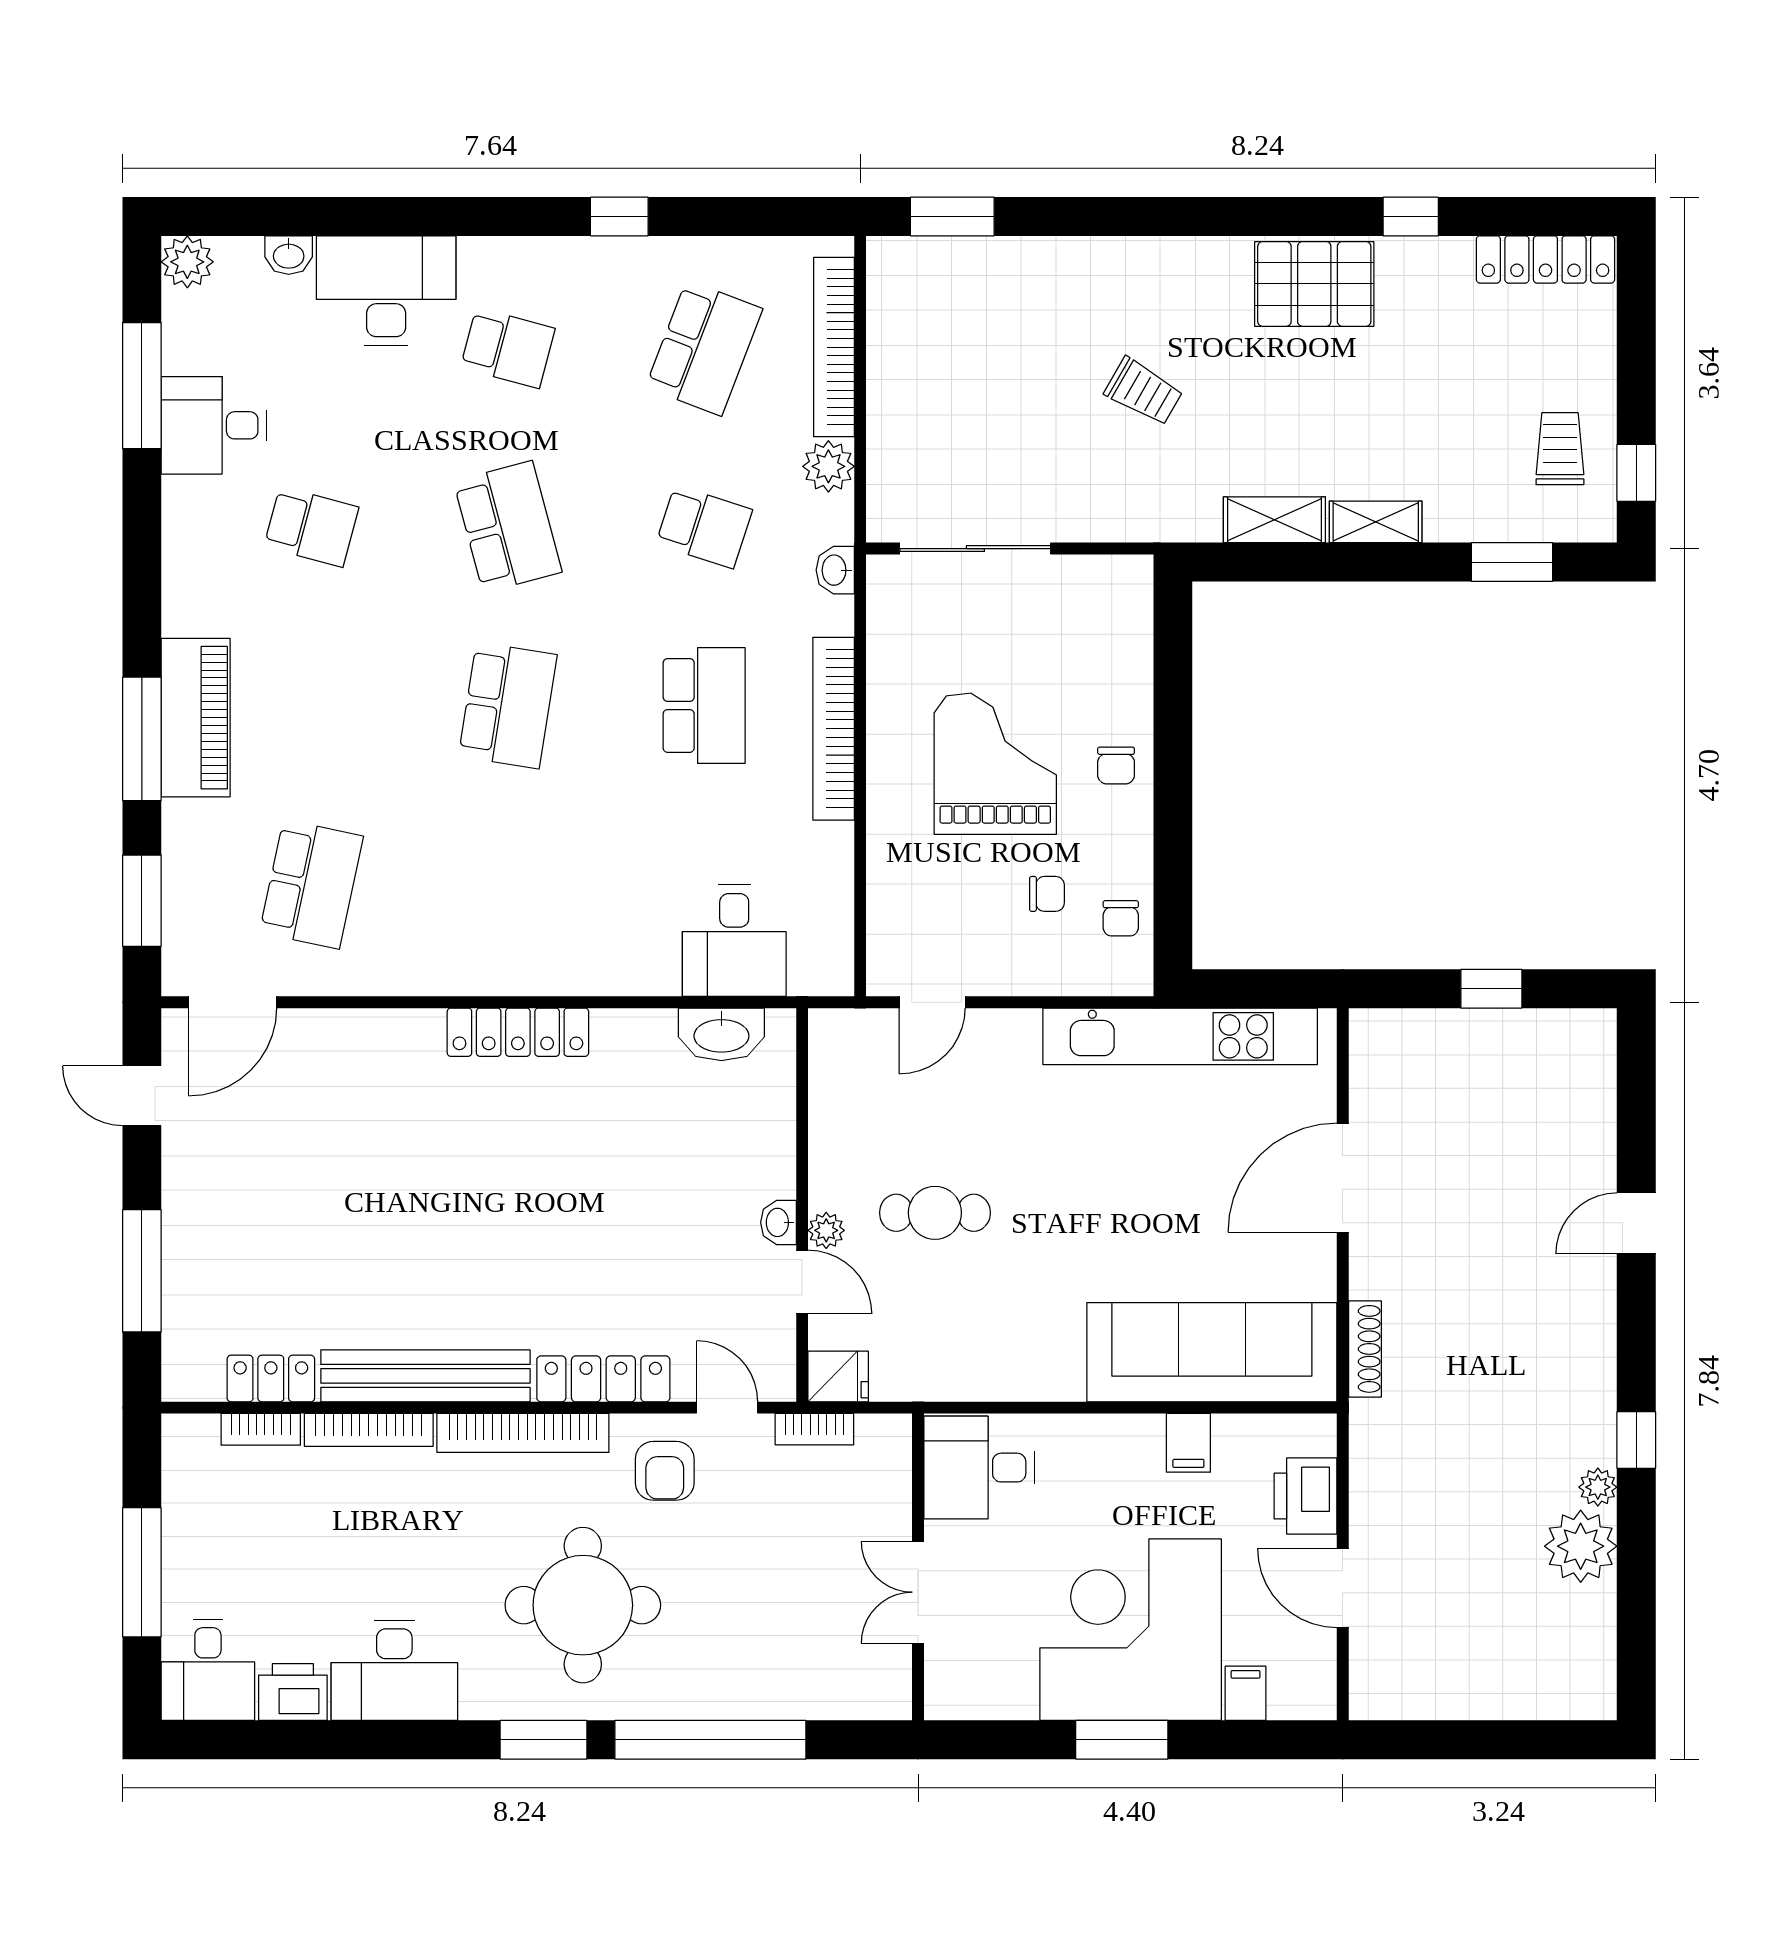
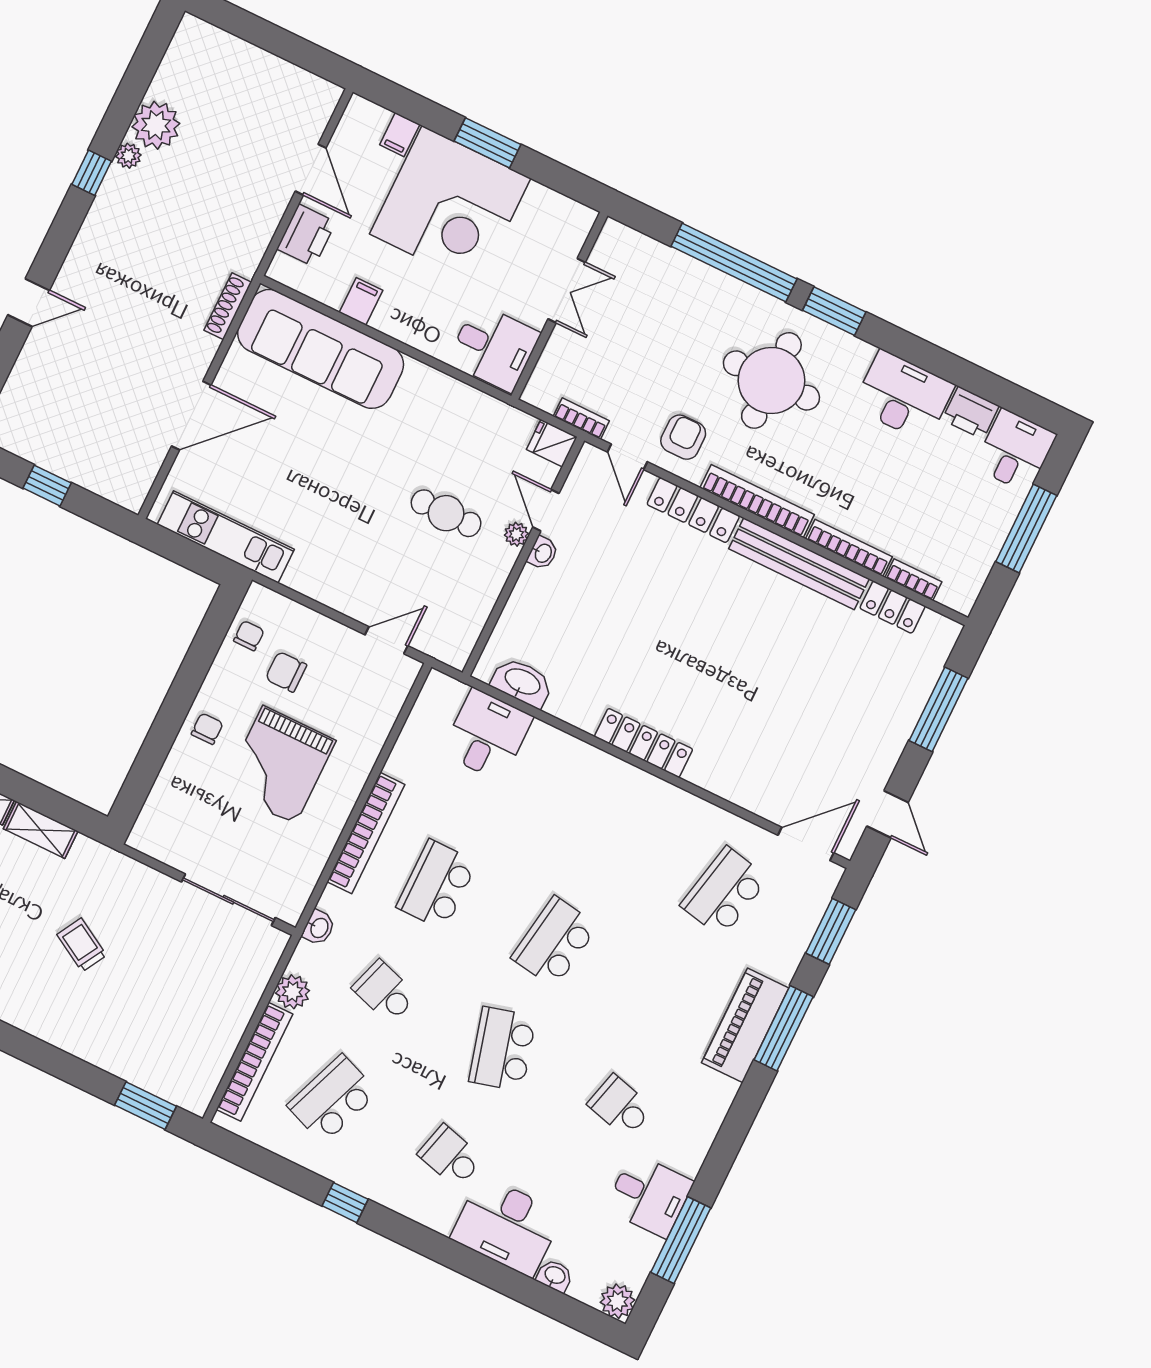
chair: (1047, 894) -> (286, 672), width x1.37, depth x1.37
kitchen unit: (1180, 1036) -> (226, 537), width x0.73

